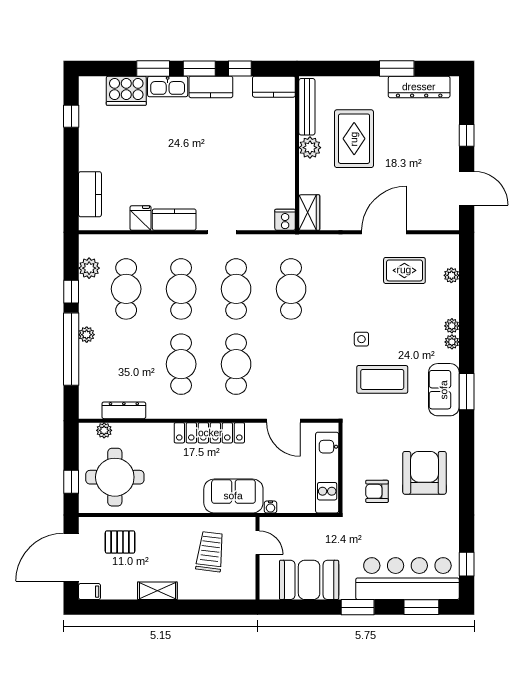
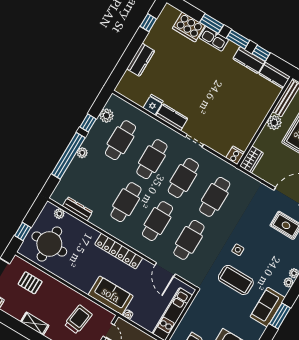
kitchen counter: (211, 87) -> (249, 60), moved
kitchen counter: (90, 194) -> (141, 60), moved
cafe table: (291, 364) -> (189, 240), added

